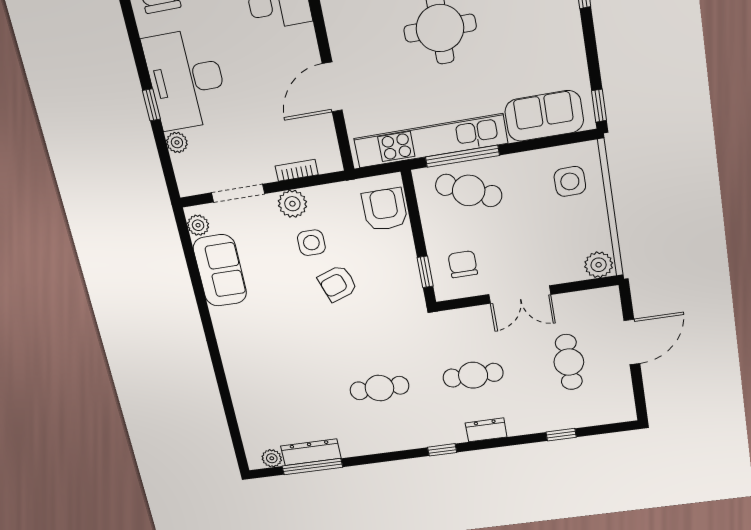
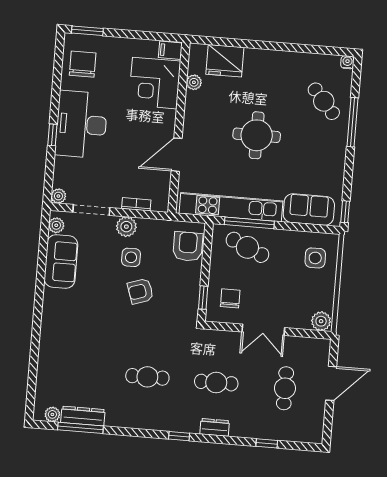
plant: (177, 142) -> (58, 196), moved

